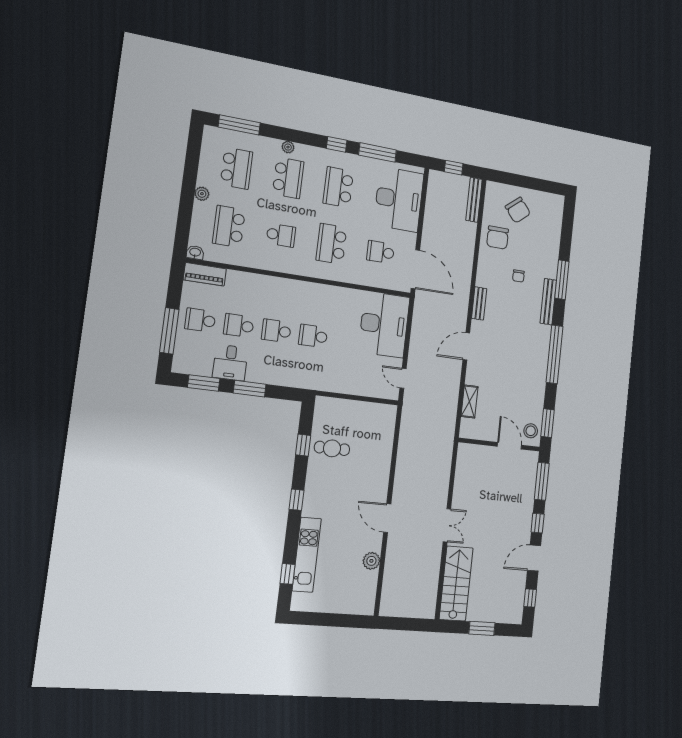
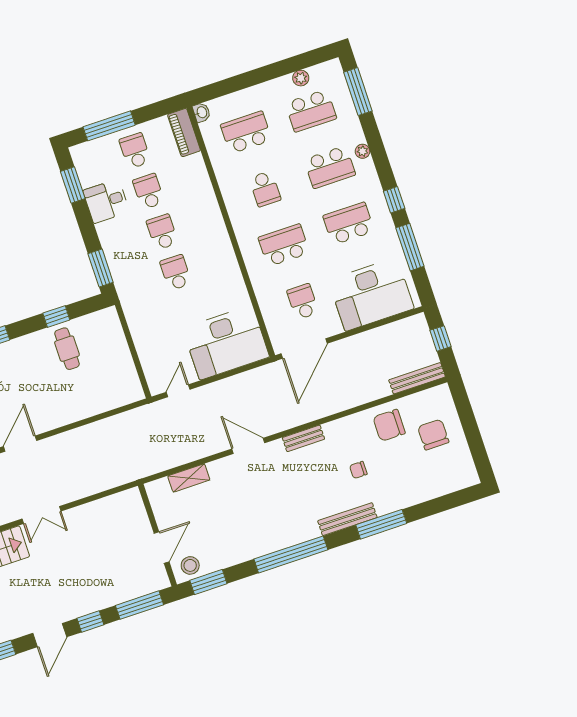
plant: (202, 194) -> (301, 78), moved
chair: (518, 210) -> (433, 435), turned 130
window: (250, 389) -> (101, 268), moved
door: (534, 558) -> (50, 635), swing flipped

